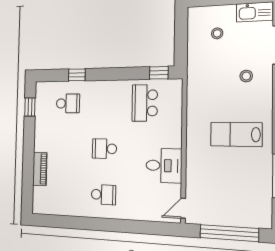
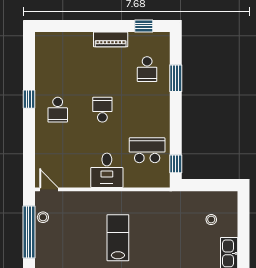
window: (77, 75) -> (176, 78), width x1.50
stool: (246, 76) -> (43, 217), moved
desk: (164, 166) -> (107, 170), moved
piano: (40, 169) -> (111, 39), moved
window: (93, 224) -> (29, 99), added

